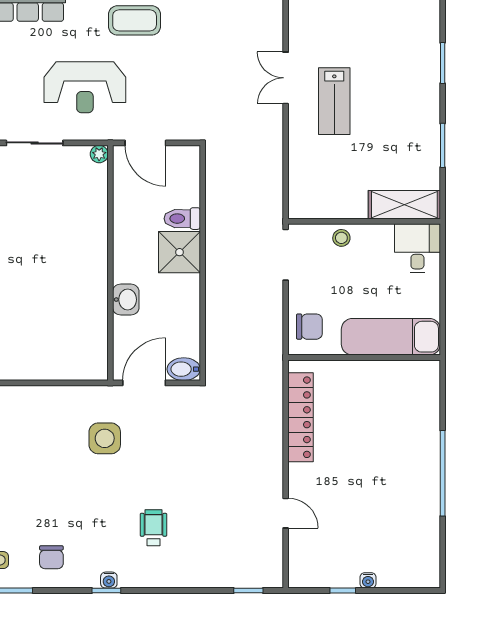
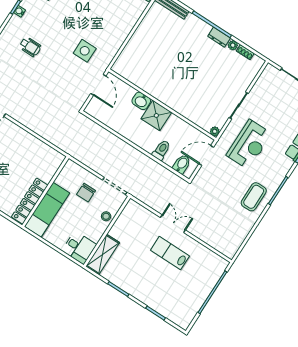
coffee table: (135, 20) -> (254, 197), moved
double door: (286, 78) -> (173, 224), moved
reception desk: (85, 87) -> (249, 144), turned 180
shower: (179, 252) -> (156, 115), moved
chair: (309, 327) -> (86, 193), moved
bidet: (184, 369) -> (182, 164), moved
locker: (301, 417) -> (30, 201), moved, turned 90

